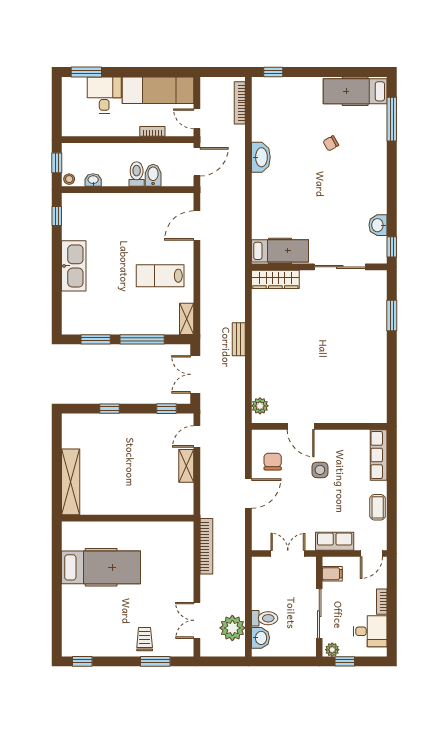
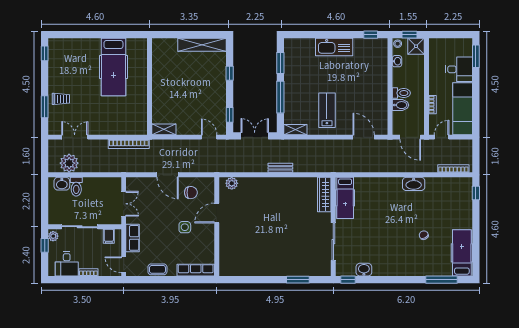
shower: (73, 154) -> (416, 46), added
shelving: (186, 466) -> (164, 129), moved
shelving: (71, 482) -> (202, 45), moved

